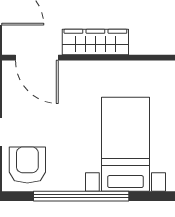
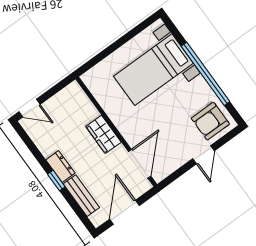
wardrobe: (95, 42) -> (103, 134), width x0.67

